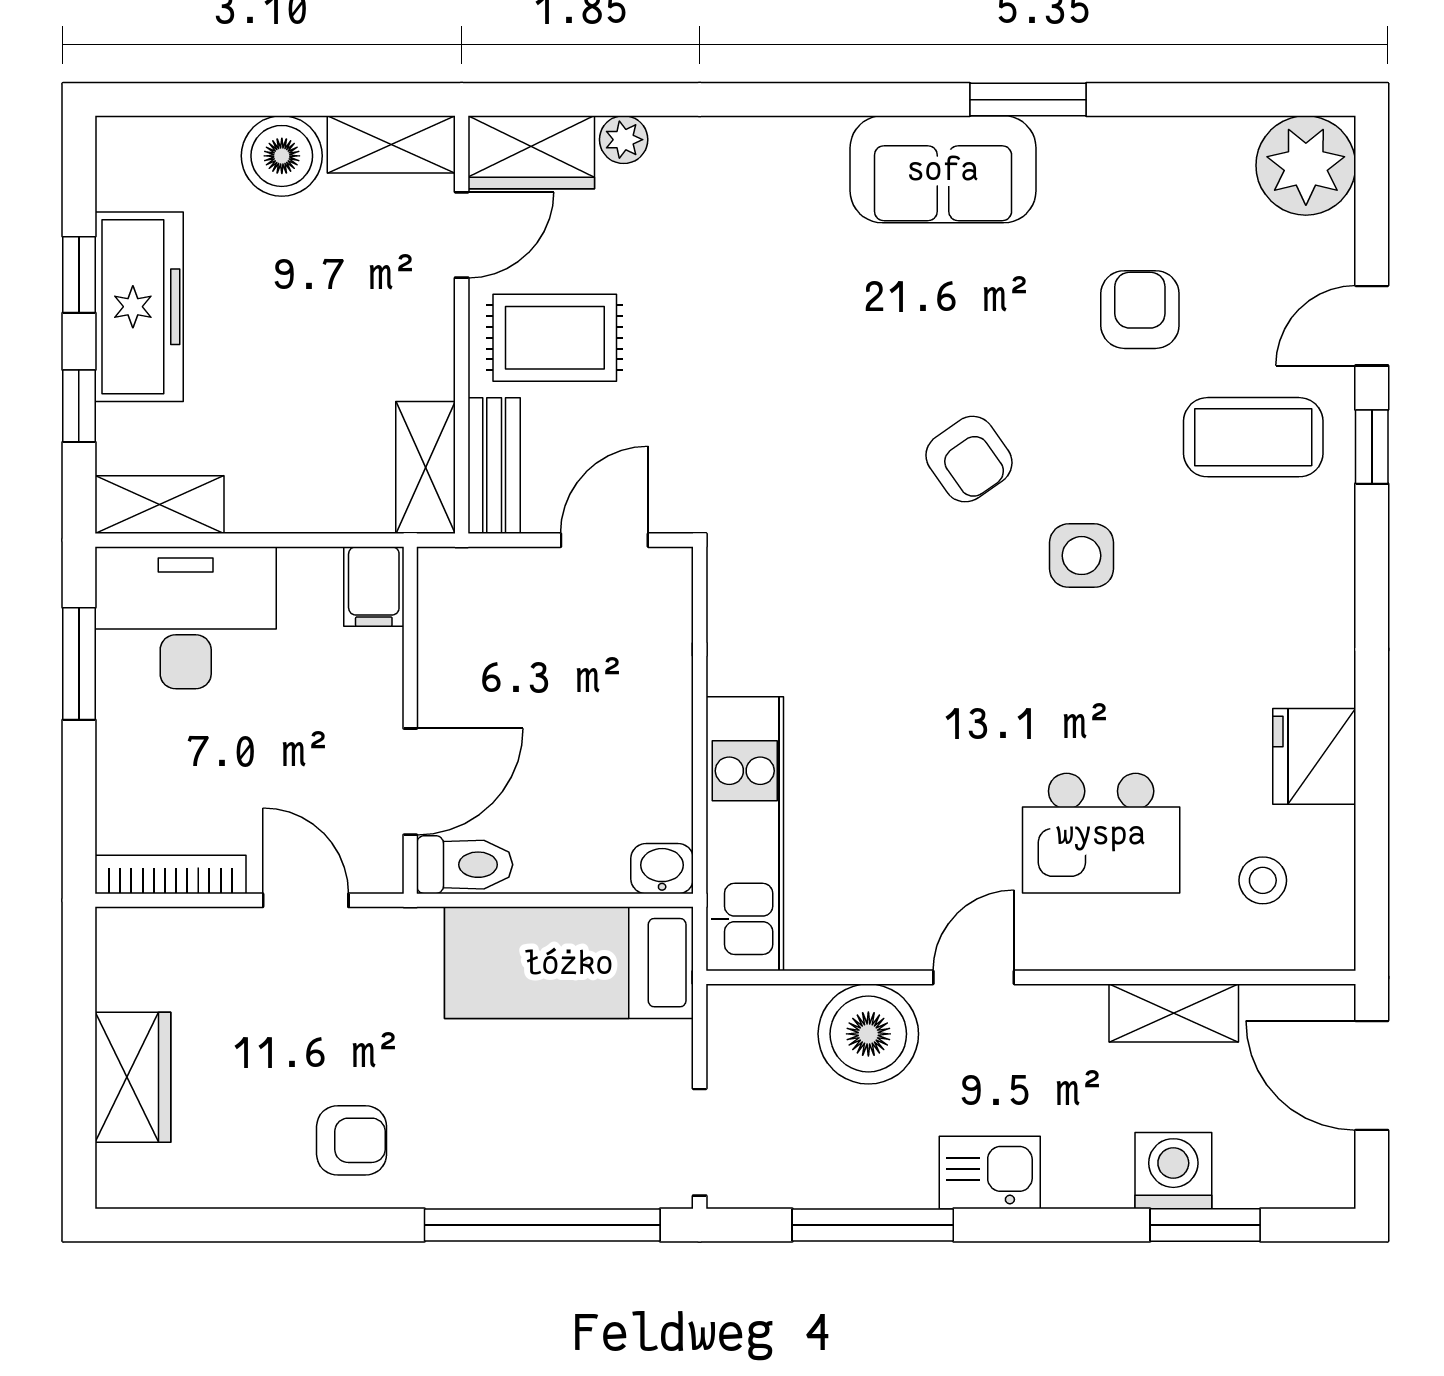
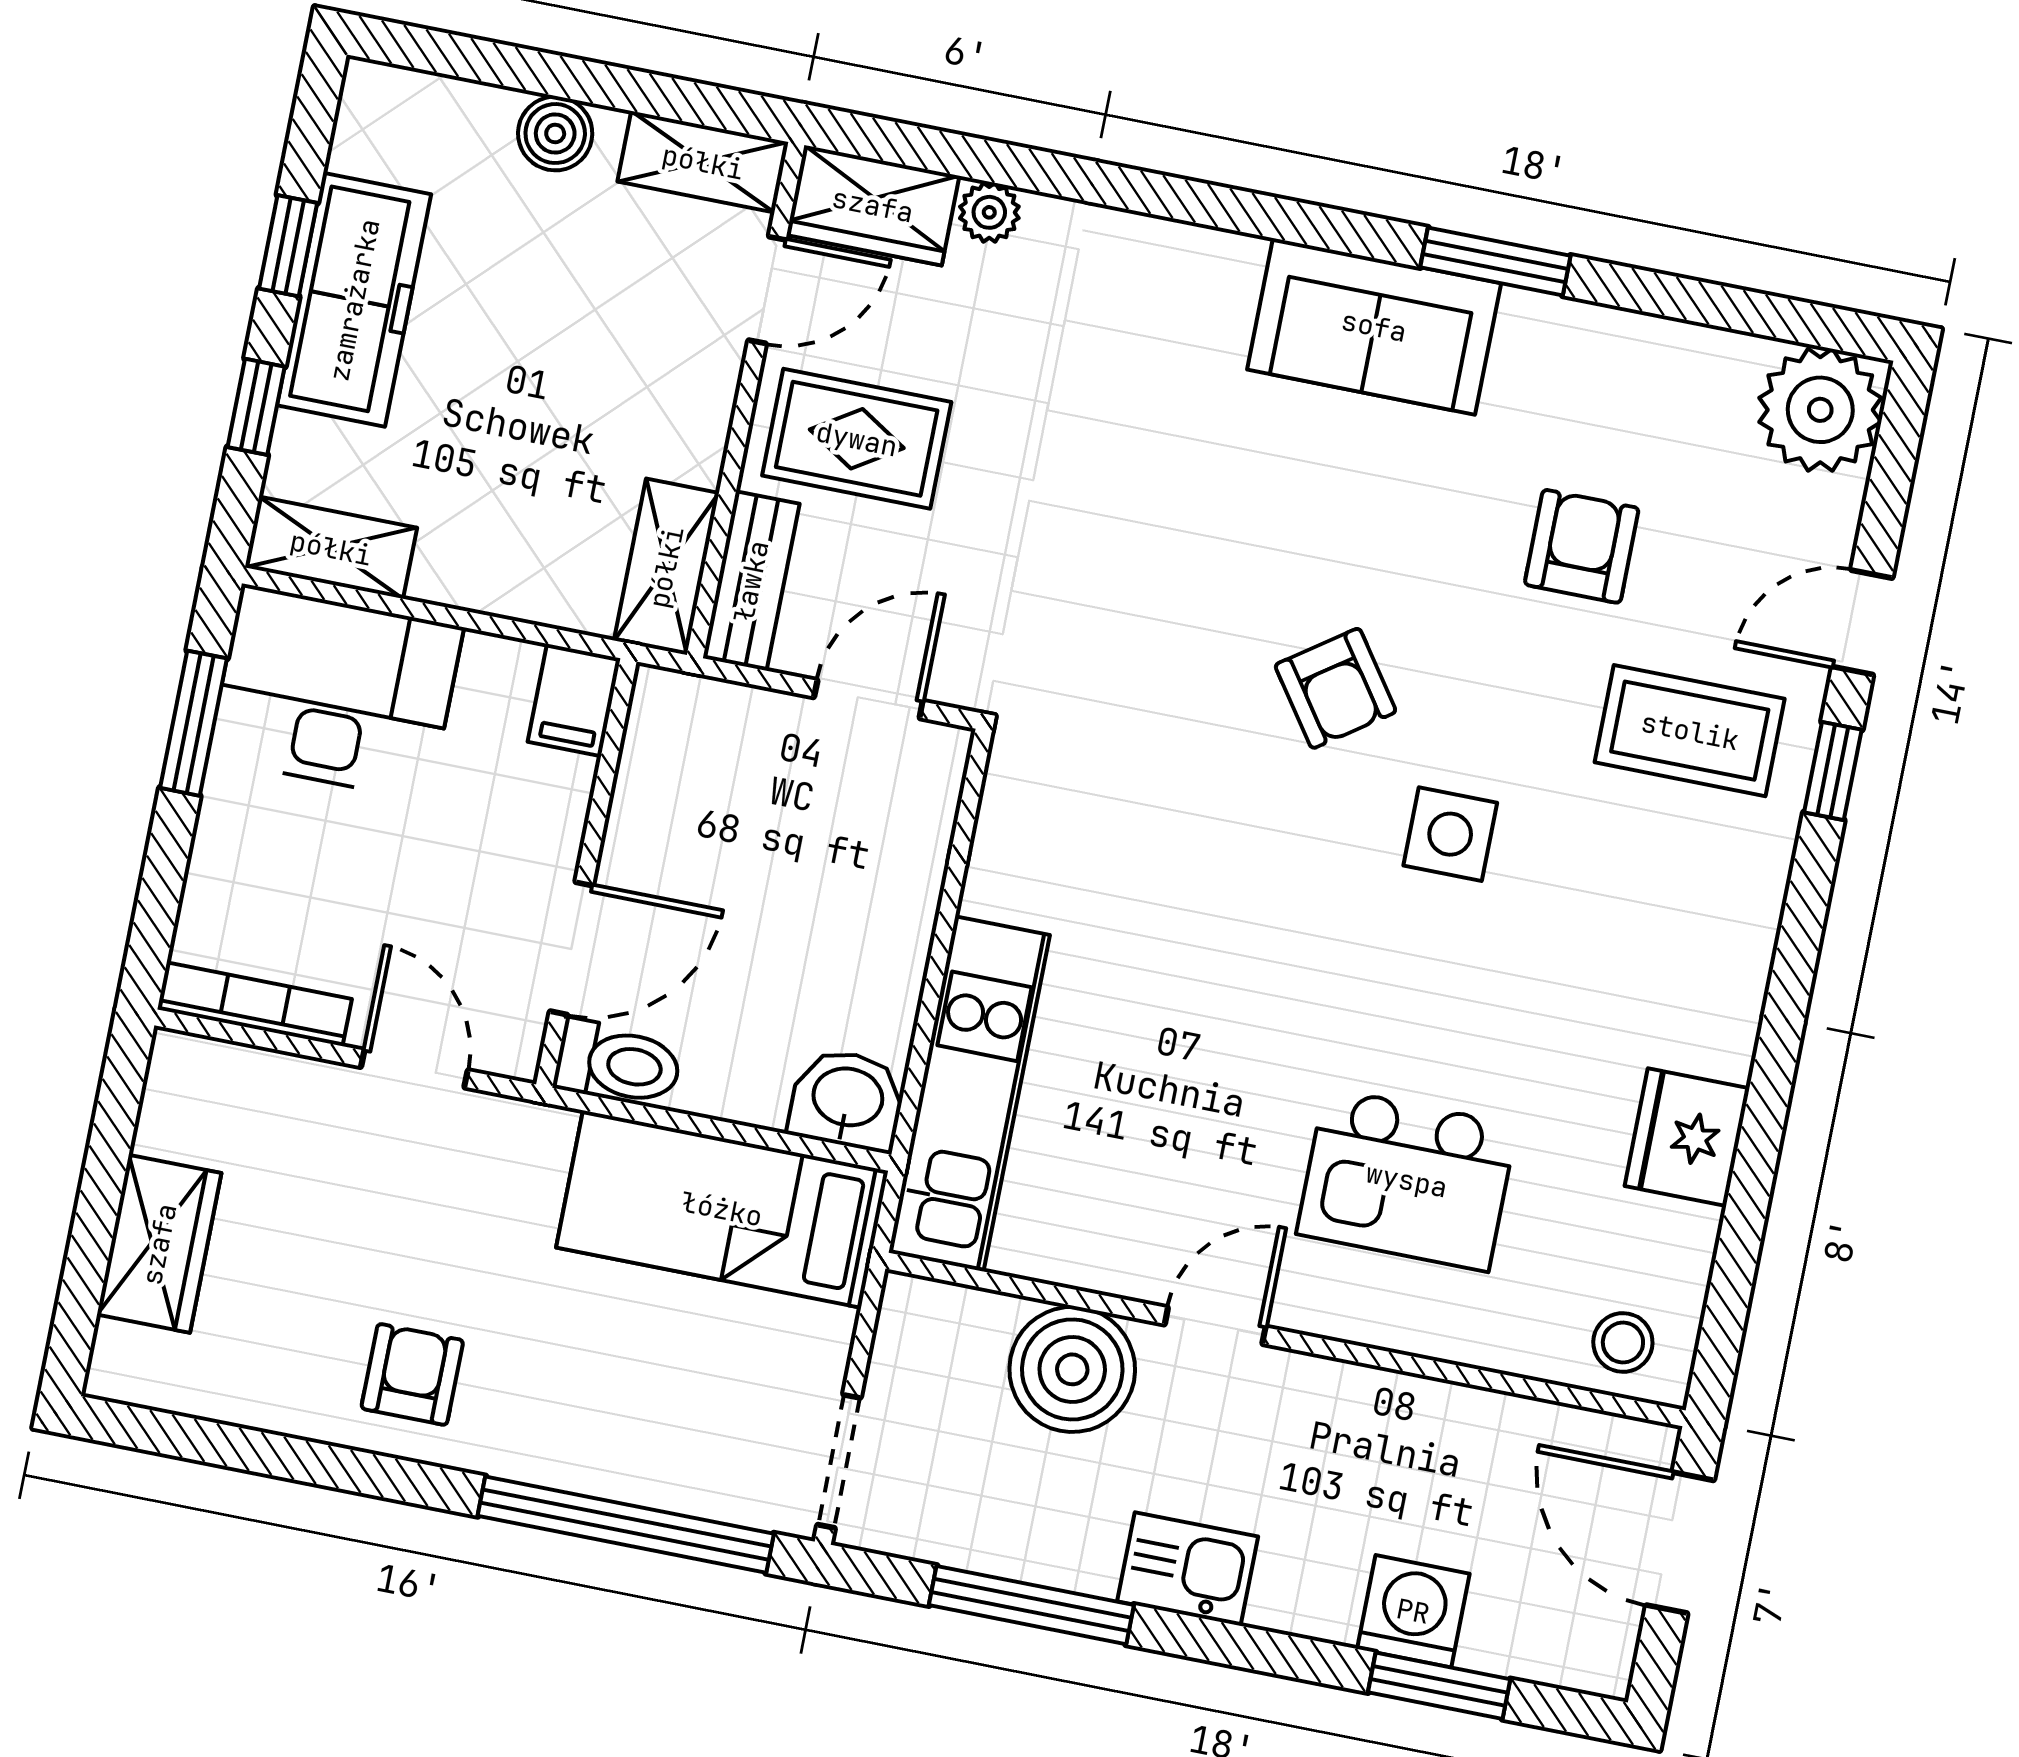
boiler: (282, 156) -> (555, 134), width x0.73, depth x0.73
washbasin: (662, 869) -> (847, 1100), width x1.38, depth x1.45
stool: (1263, 880) -> (1623, 1342), moved
shelving: (1174, 1013) -> (1452, 1418), removed
armchair: (352, 1140) -> (412, 1374), turned -90

